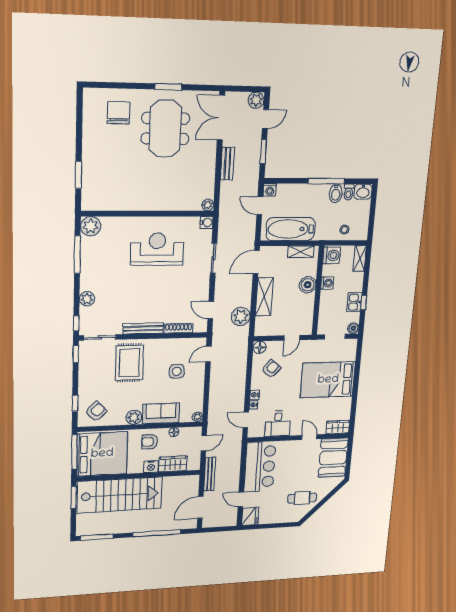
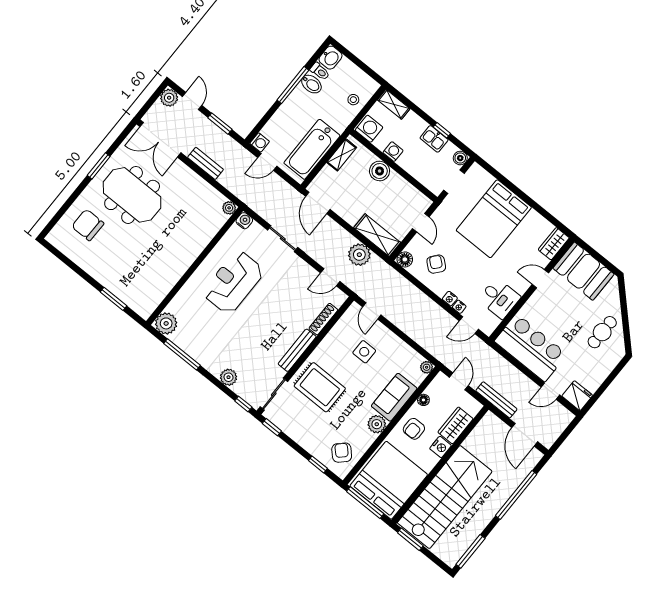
shelving: (264, 297) -> (377, 235), moved

